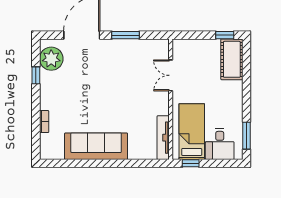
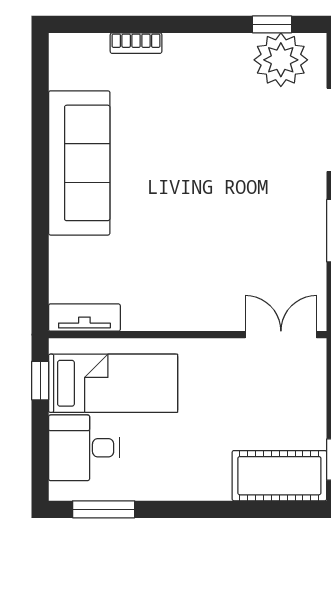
window: (36, 75) -> (272, 24), moved
double door: (171, 75) -> (281, 335), moved
tv unit: (163, 138) -> (84, 318), width x0.71

